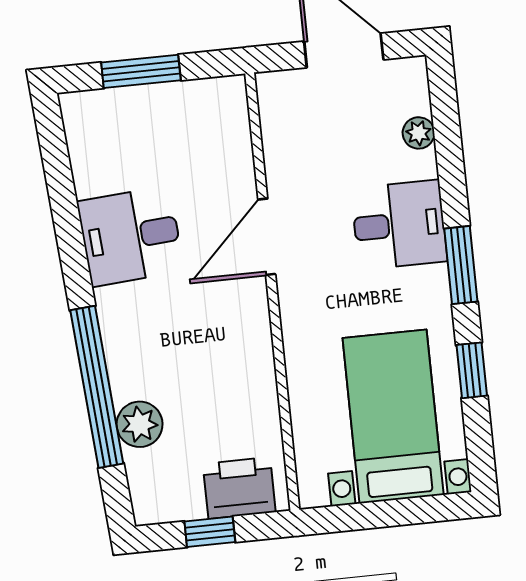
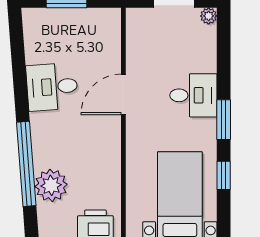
plant: (419, 133) -> (209, 16), moved
plant: (140, 424) -> (51, 185), width x1.36, depth x1.36

